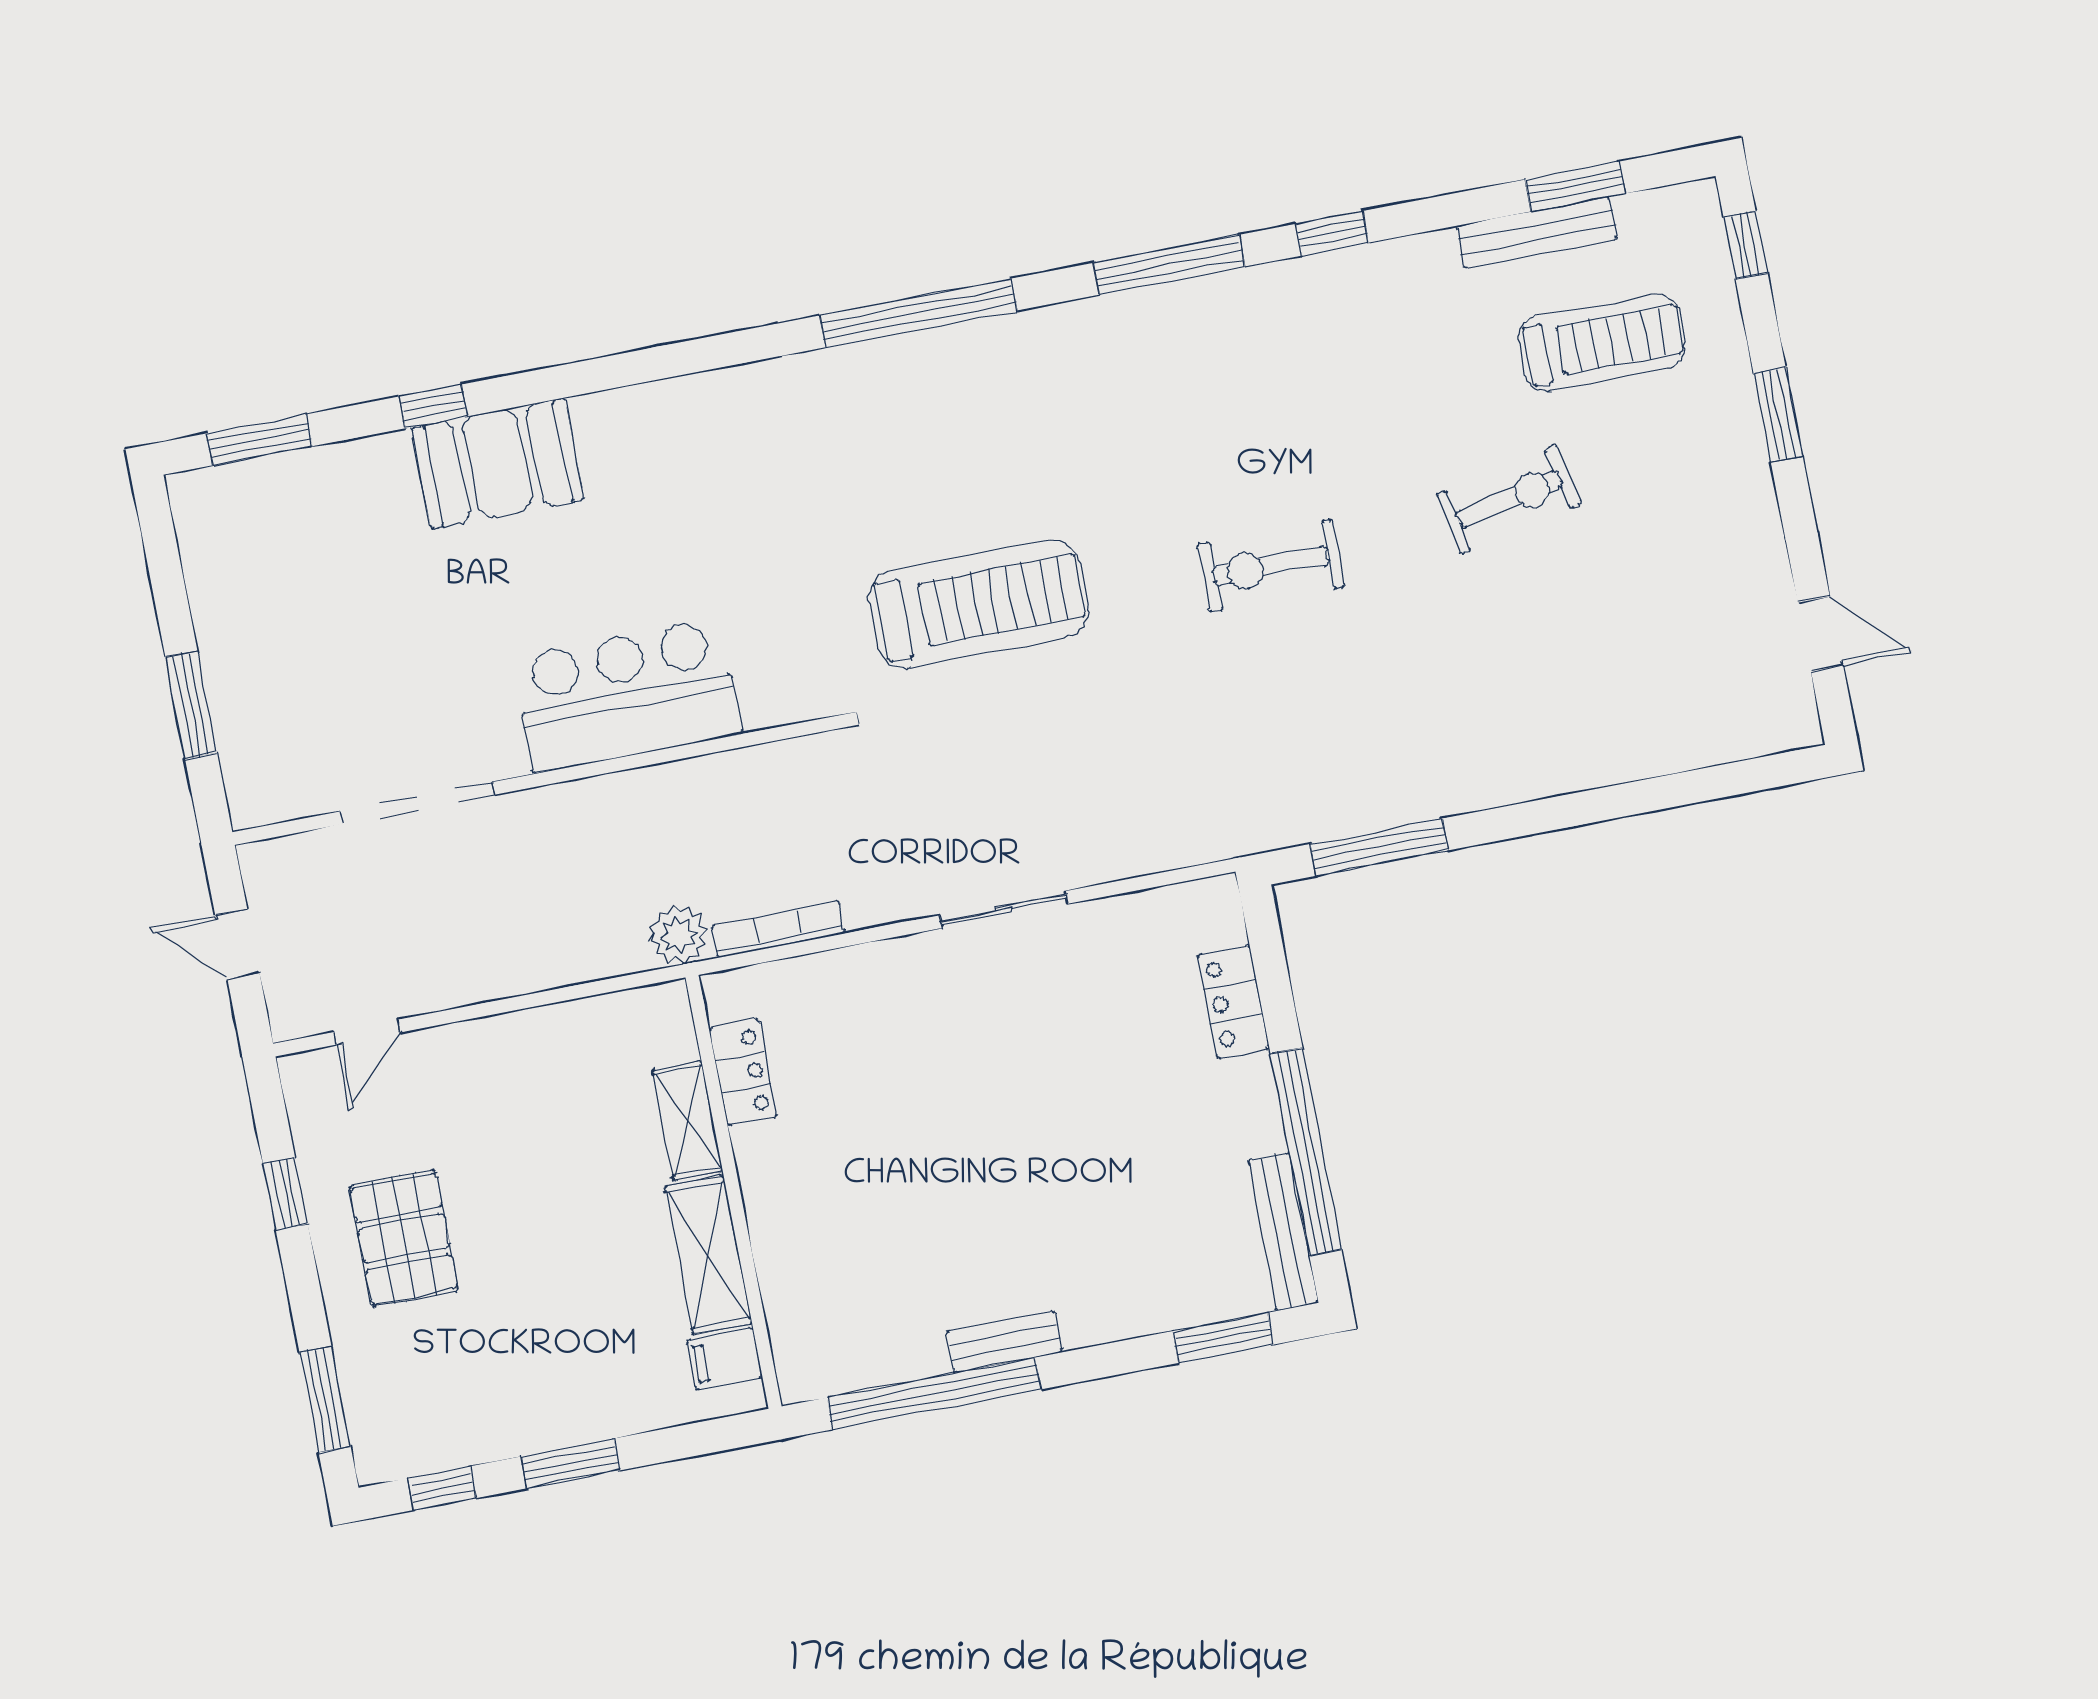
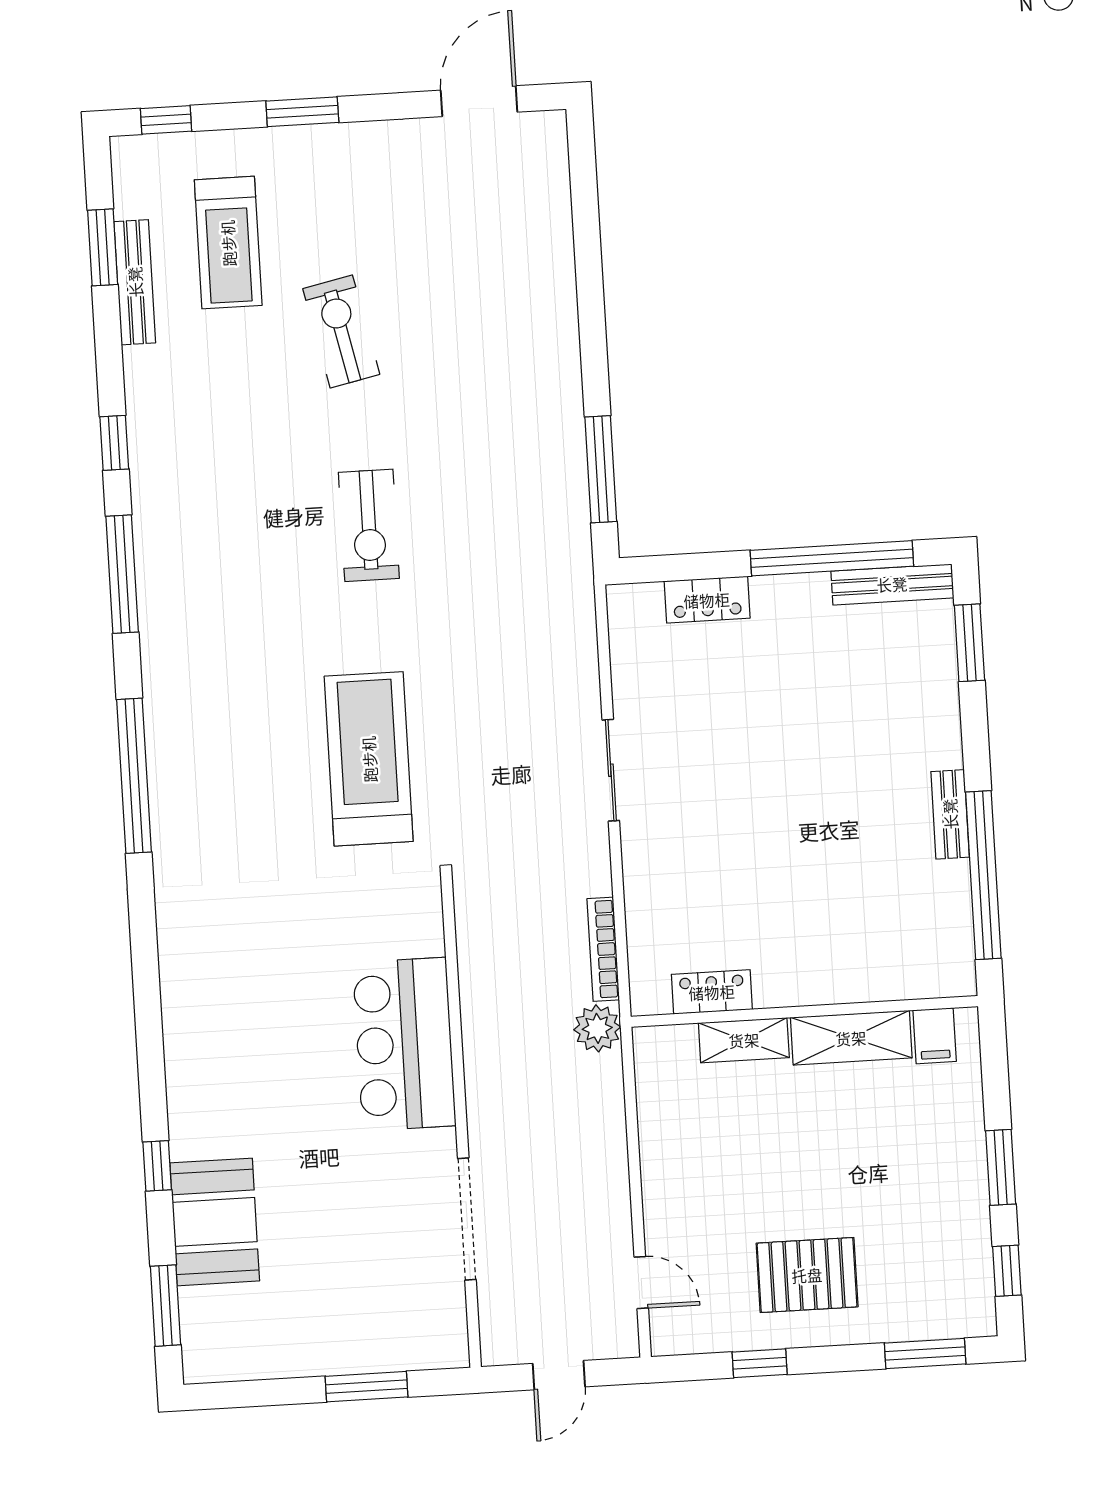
treadmill: (1602, 343) -> (228, 243), turned 180
booth: (498, 463) -> (215, 1222), moved
door: (1820, 634) -> (479, 101), width x1.38

